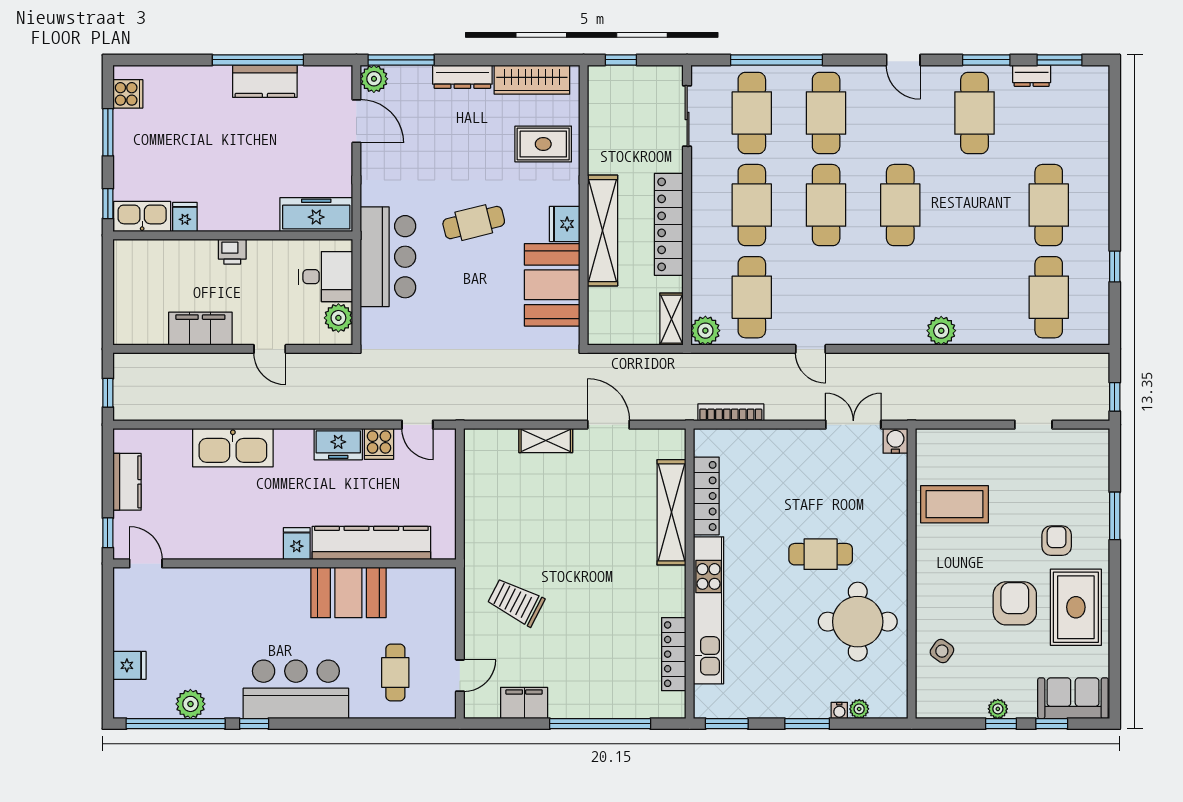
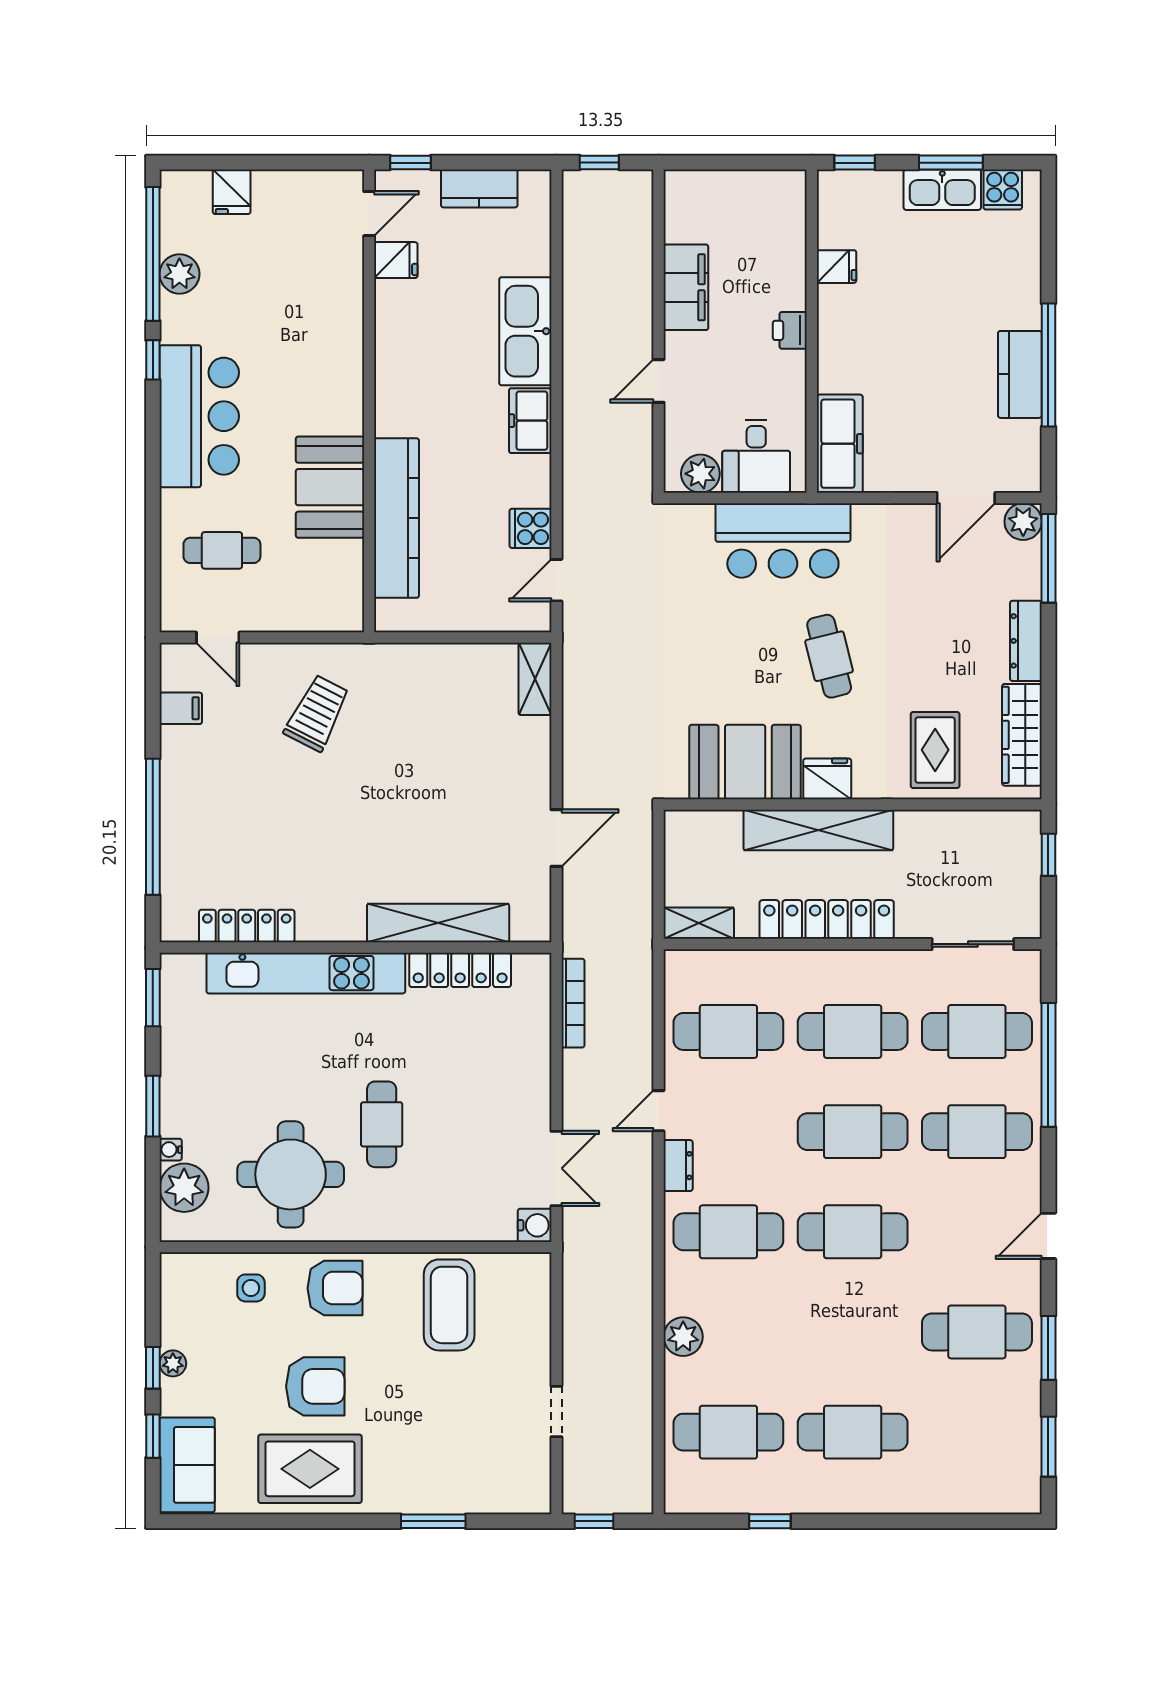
dresser: (1032, 76) -> (678, 1166), moved, turned 180
kitchen sink: (142, 217) -> (942, 190), moved, turned 90
cafe table: (900, 297) -> (728, 1232), added
plant: (705, 331) -> (683, 969), removed
plant: (941, 331) -> (683, 1337), moved
shelving: (546, 440) -> (535, 679), moved
freezer: (338, 444) -> (530, 421), moved
armchair: (1057, 541) -> (335, 1288), moved, width x1.38, depth x1.38
fridge: (297, 544) -> (396, 260), moved
side table: (942, 651) -> (251, 1288), turned -35
filing cabinet: (524, 703) -> (181, 708), width x0.50
plant: (859, 709) -> (184, 1188), width x1.88, depth x1.88

